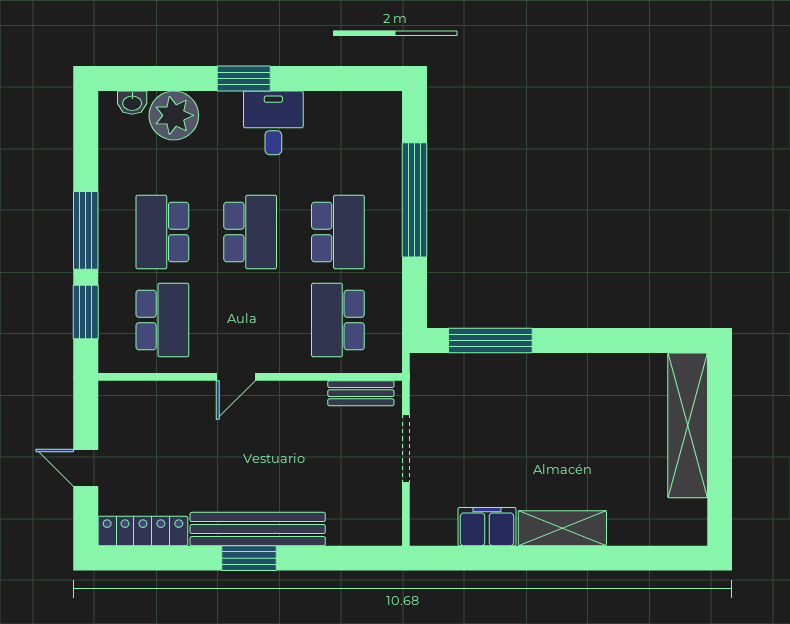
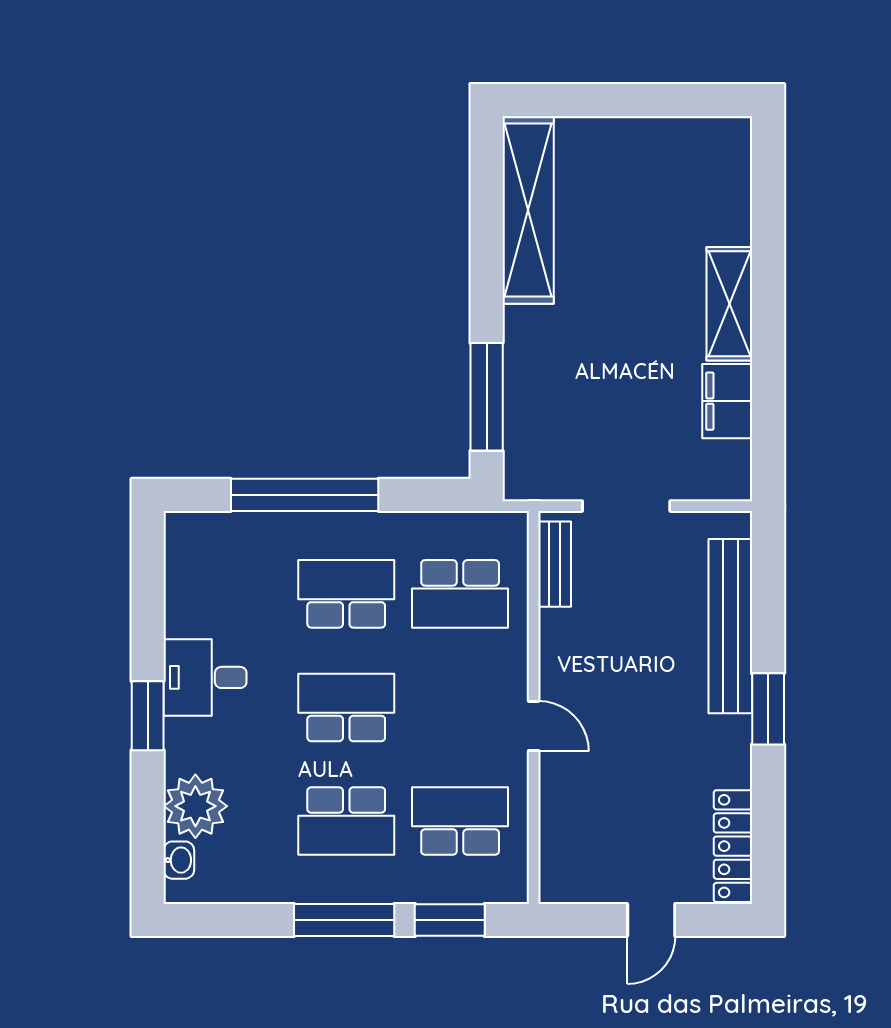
shelving: (688, 425) -> (528, 210), moved, turned 90
bench: (258, 529) -> (730, 626), moved

